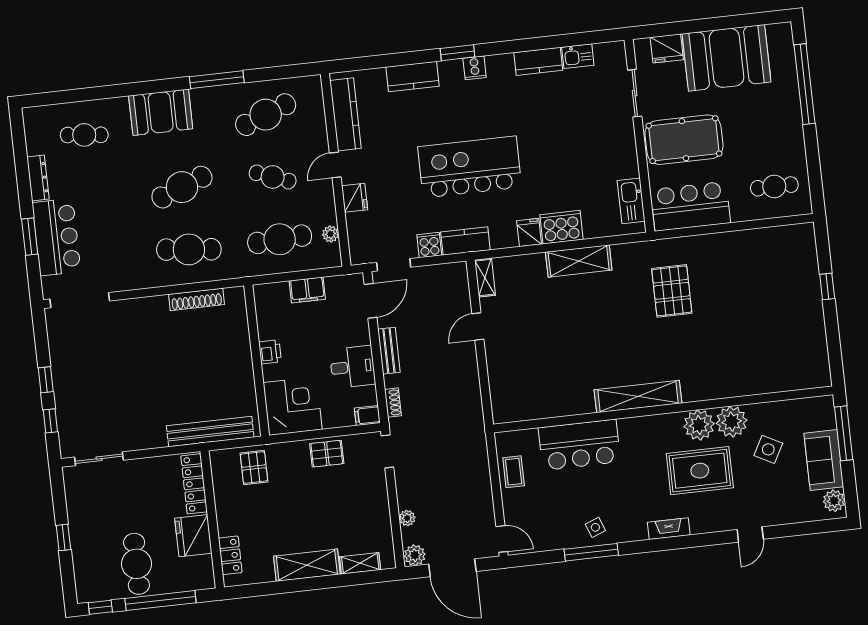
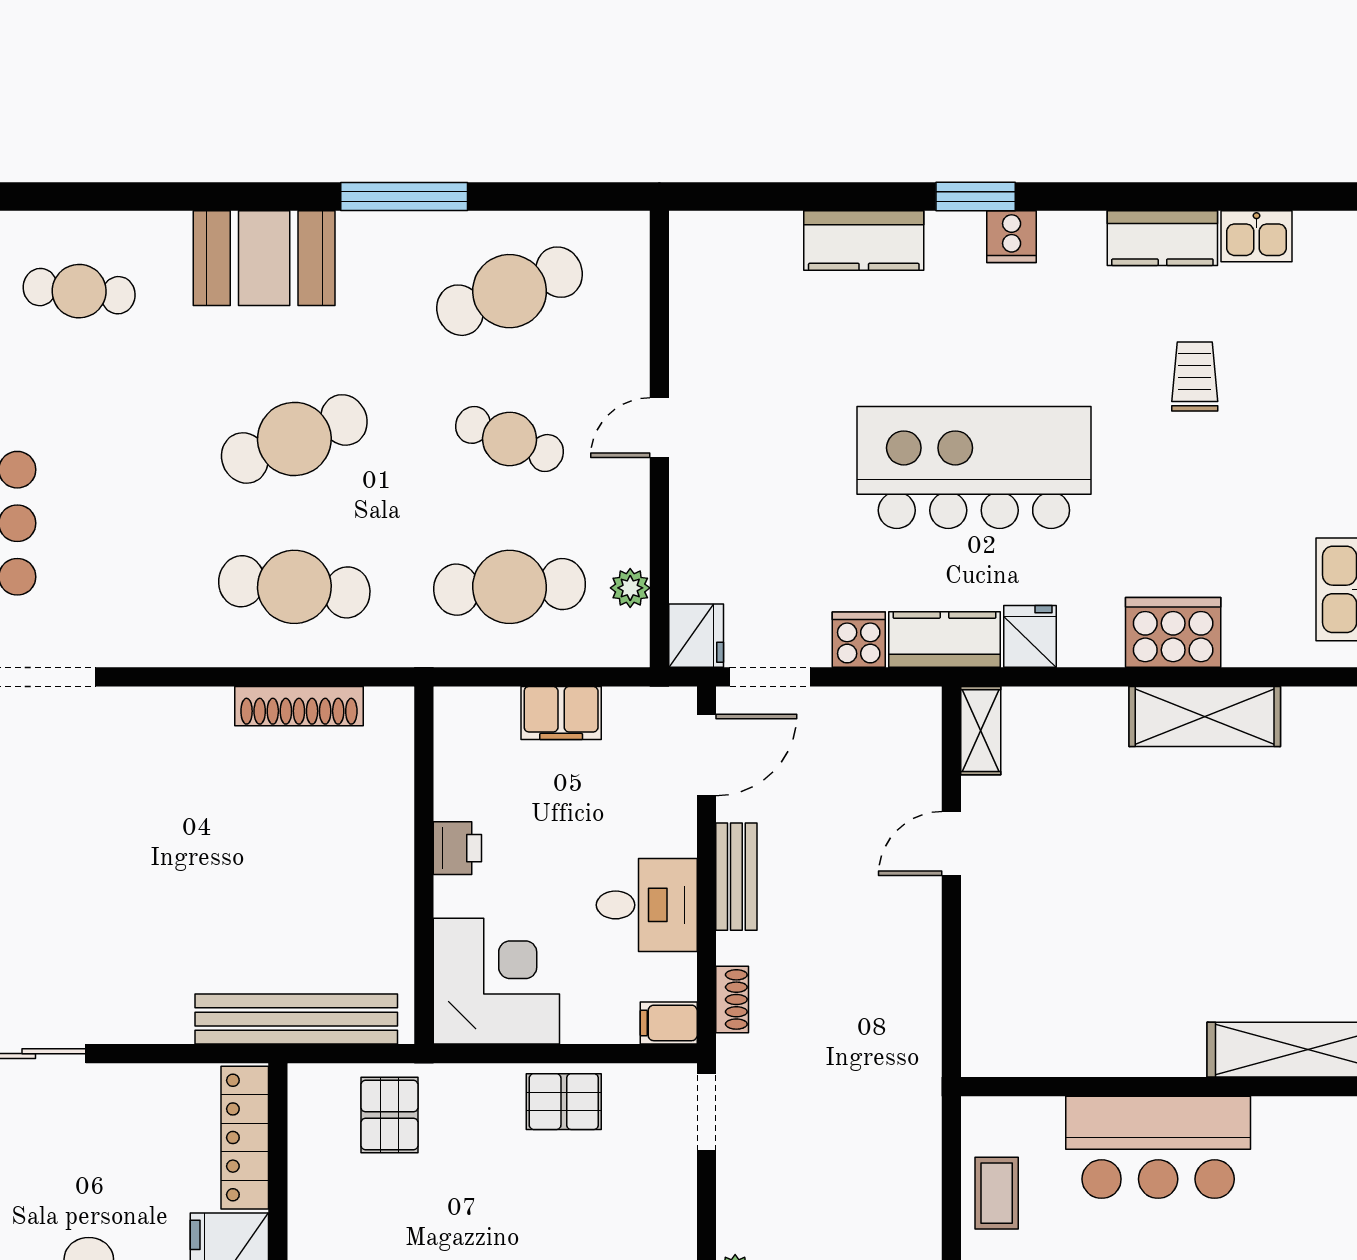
kitchen counter: (345, 114) -> (697, 311), removed
trolley: (558, 118) -> (1195, 377), added
fridge: (355, 198) -> (696, 636), moved
fridge: (529, 232) -> (1030, 636), moved

